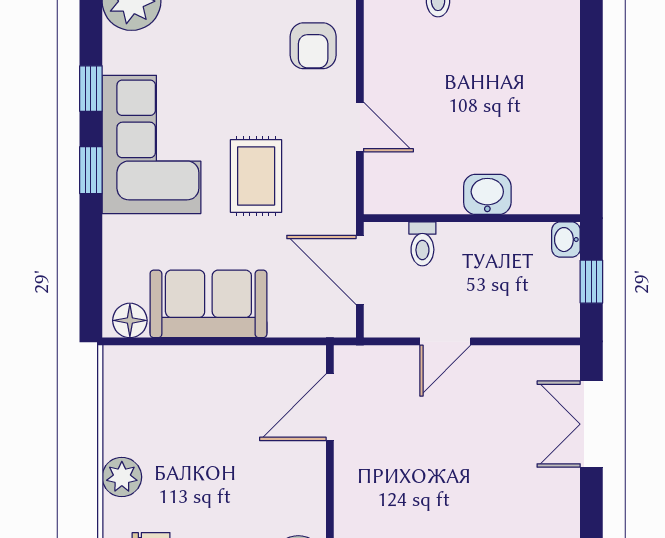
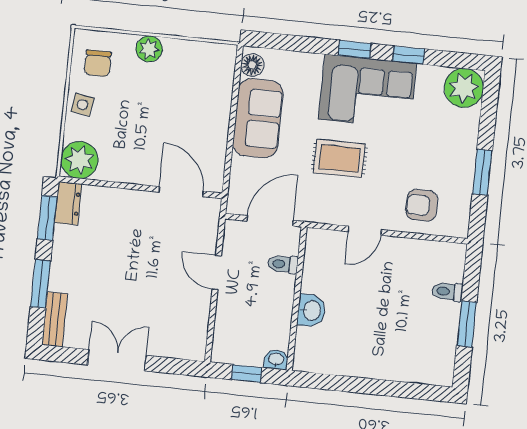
double door: (591, 424) -> (117, 360), moved

